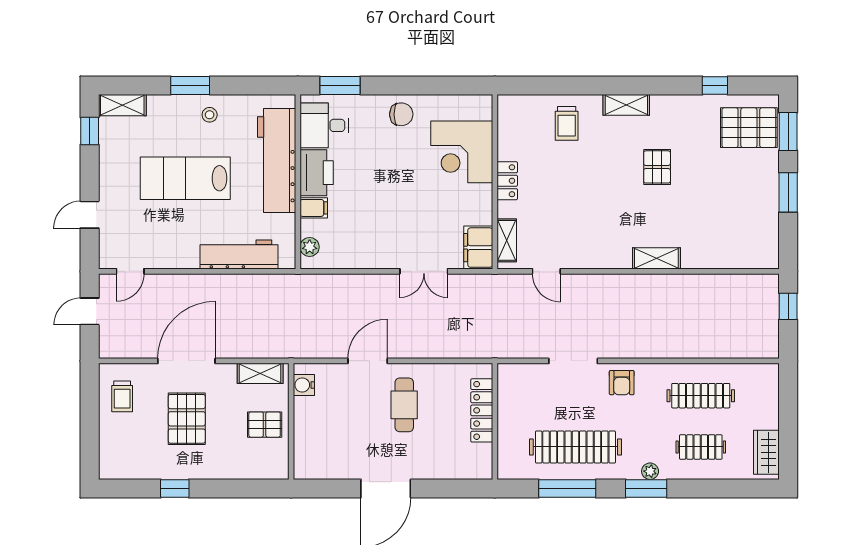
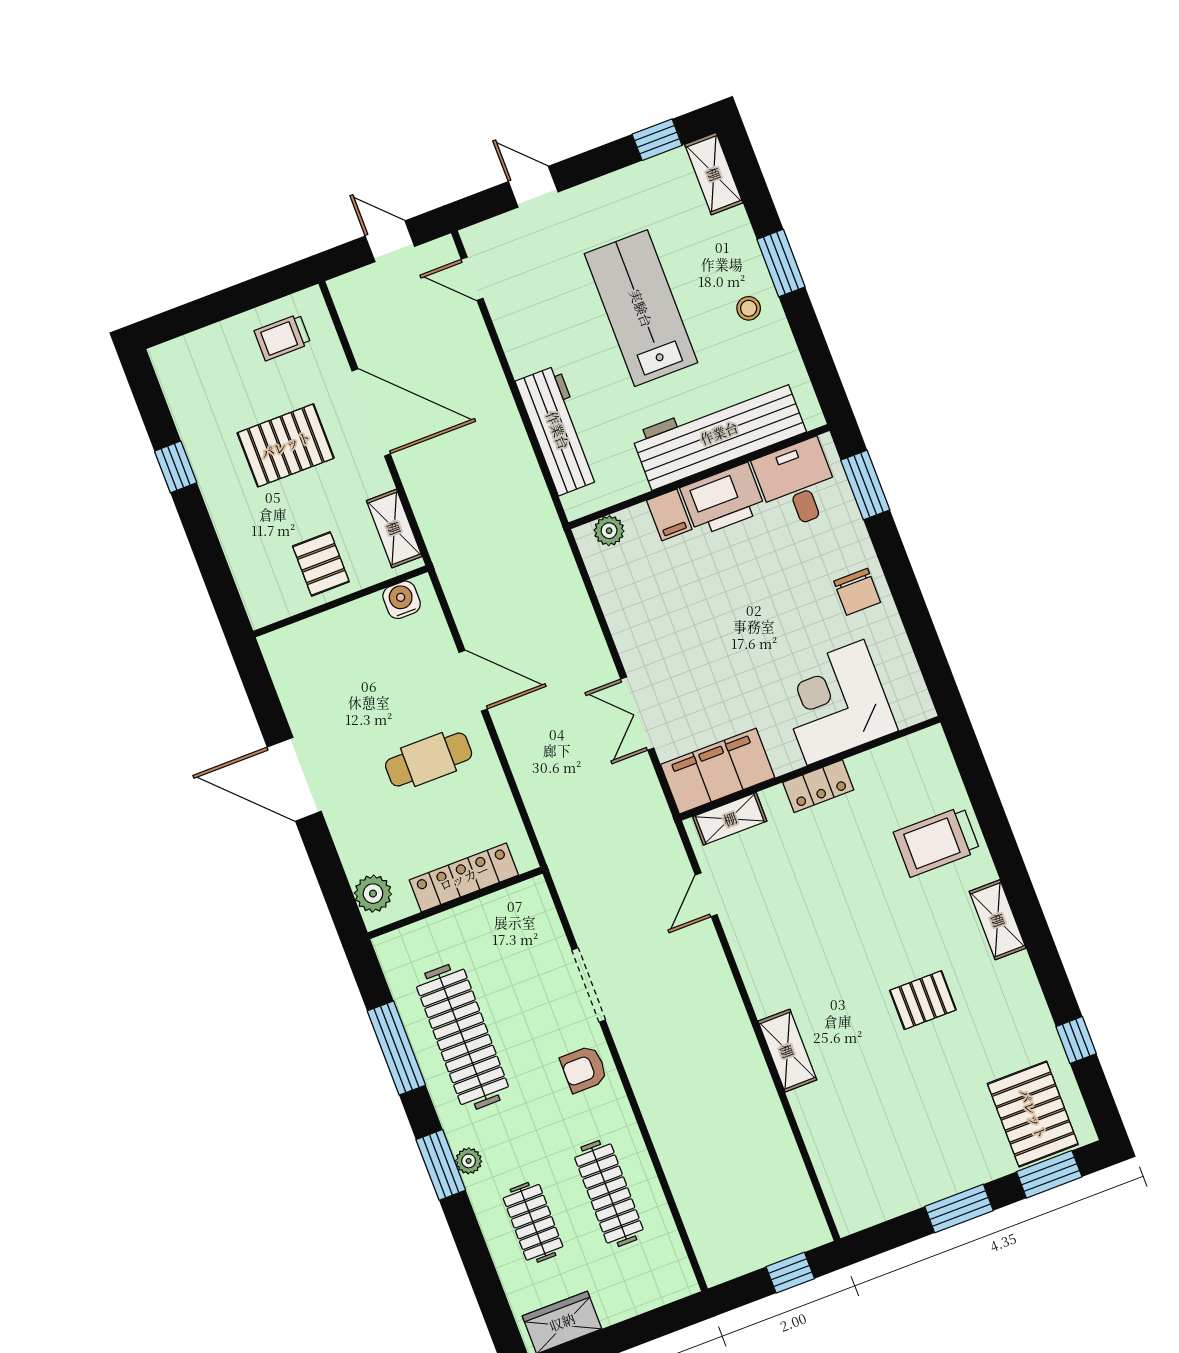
trolley: (567, 123) -> (937, 842), width x1.36, depth x1.39
filing cabinet: (478, 248) -> (718, 771), width x1.50, depth x1.17
plant: (471, 468) -> (373, 894), added

